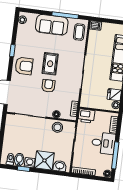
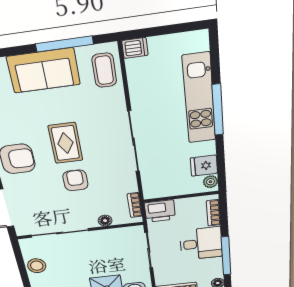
stool: (57, 127) -> (37, 266), moved

